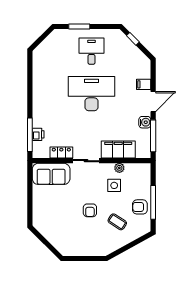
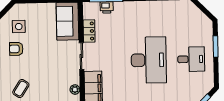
side table: (114, 185) -> (19, 27), moved
armchair: (90, 210) -> (16, 49), moved

